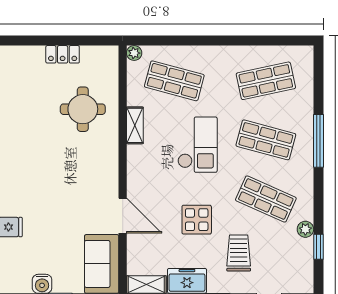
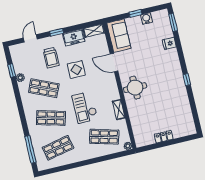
round table: (83, 109) -> (135, 88), moved
window: (318, 141) -> (30, 149), moved

